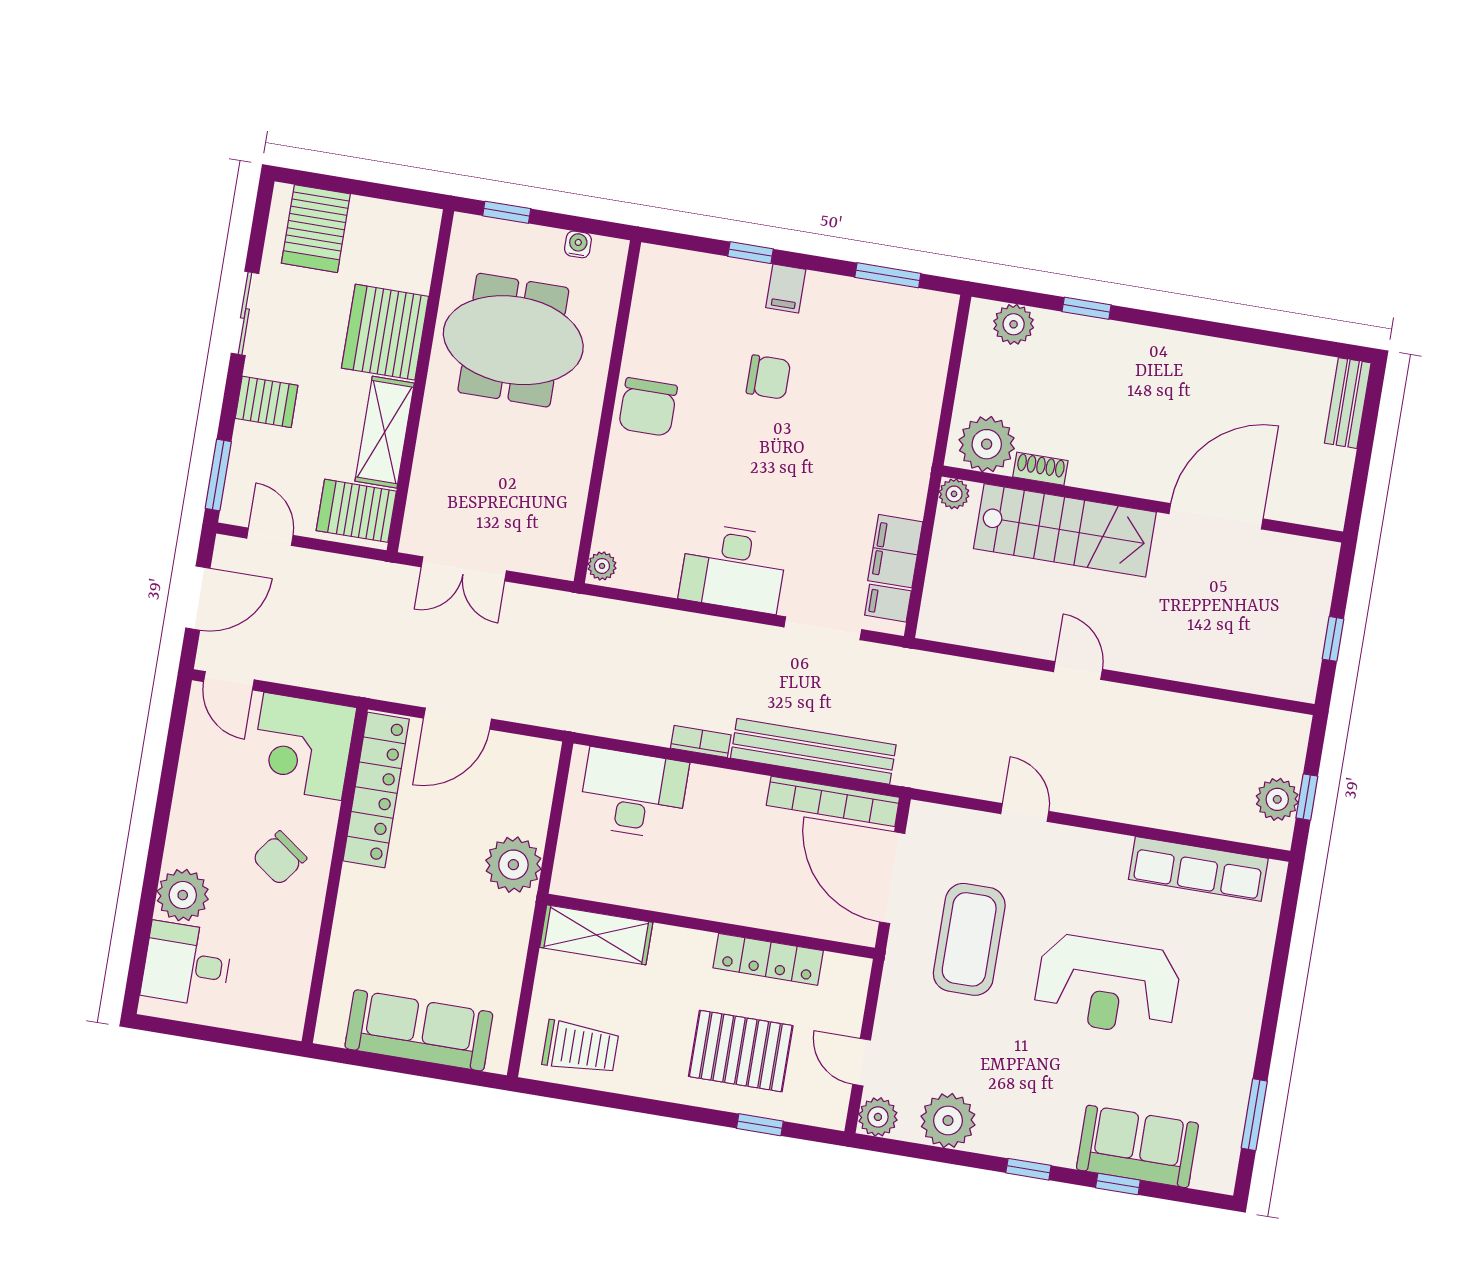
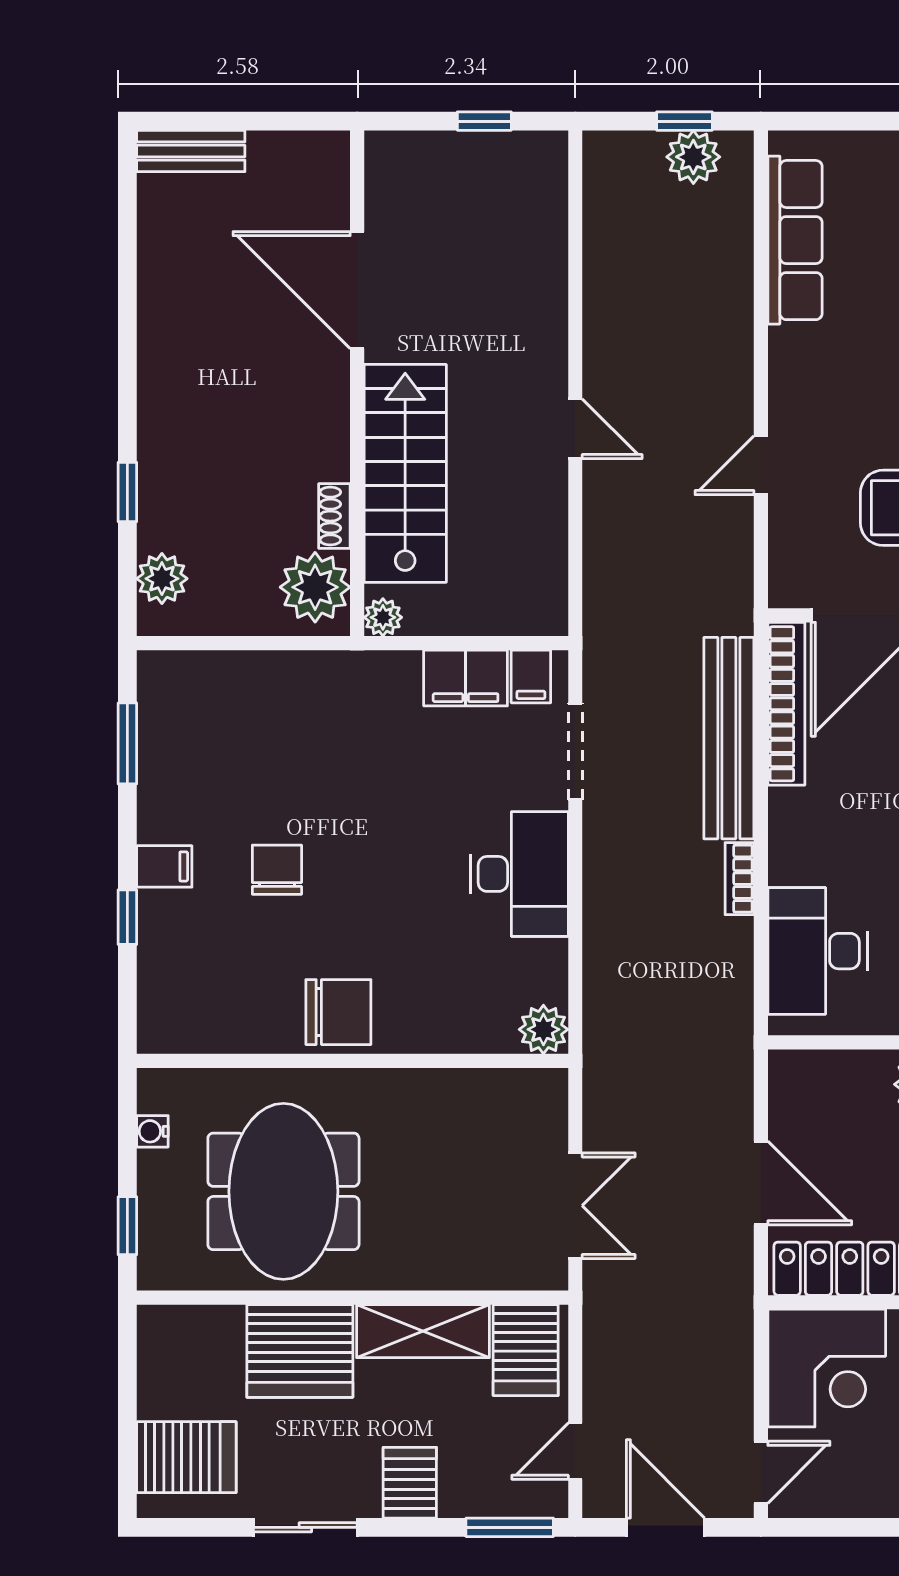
plant: (602, 566) -> (543, 1029), width x1.38, depth x1.38
door: (1078, 671) -> (575, 429), swing flipped

